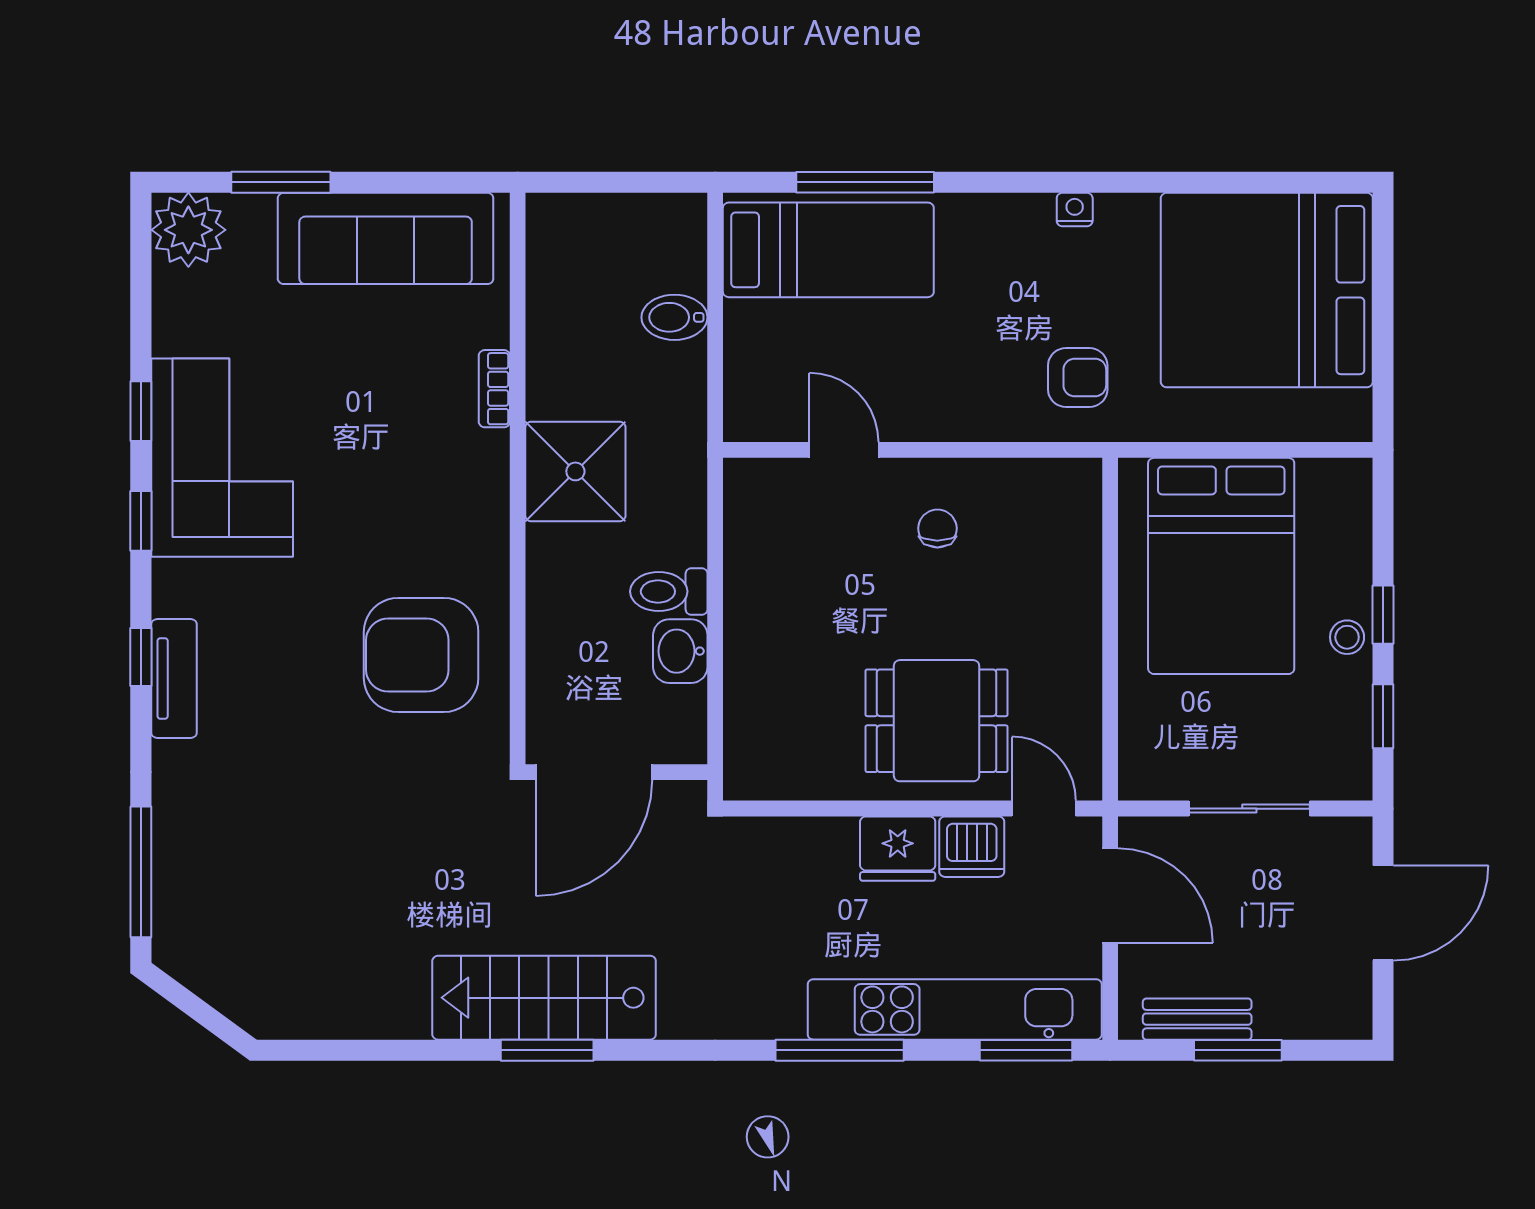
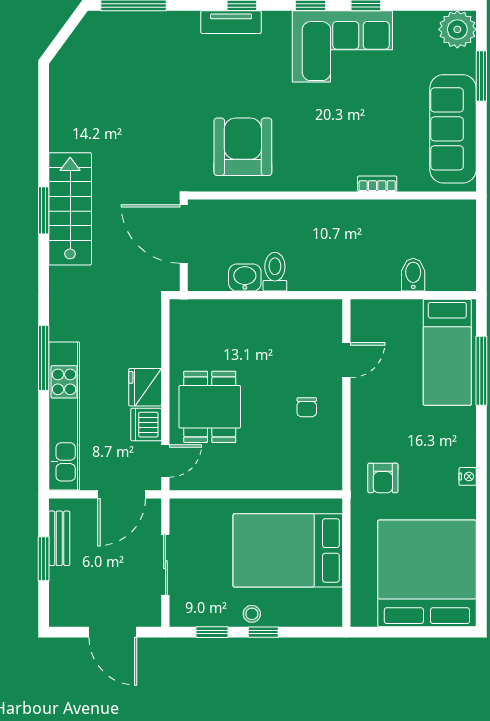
shower: (575, 471) -> (335, 225), removed
chair: (937, 528) -> (307, 407), turned 90
window: (1026, 1050) -> (44, 452), removed

